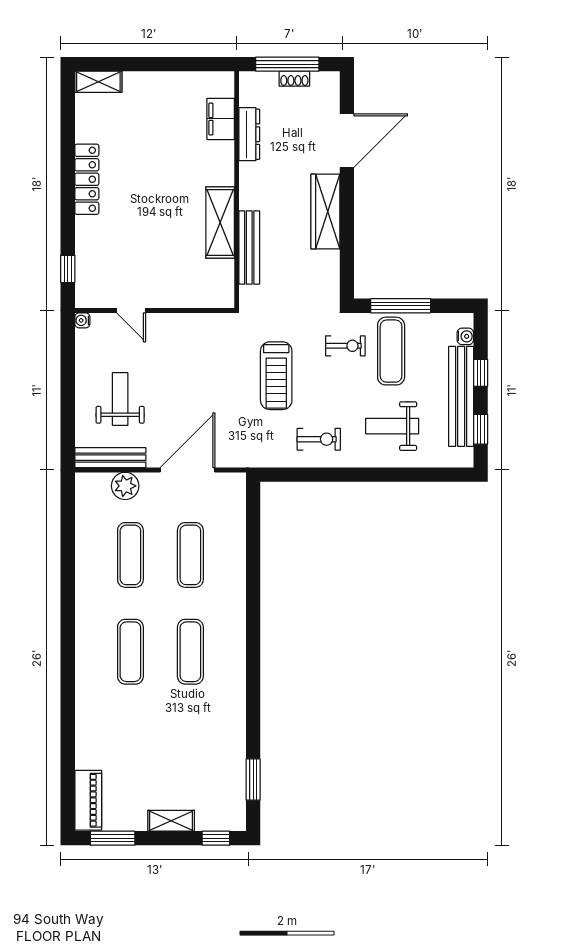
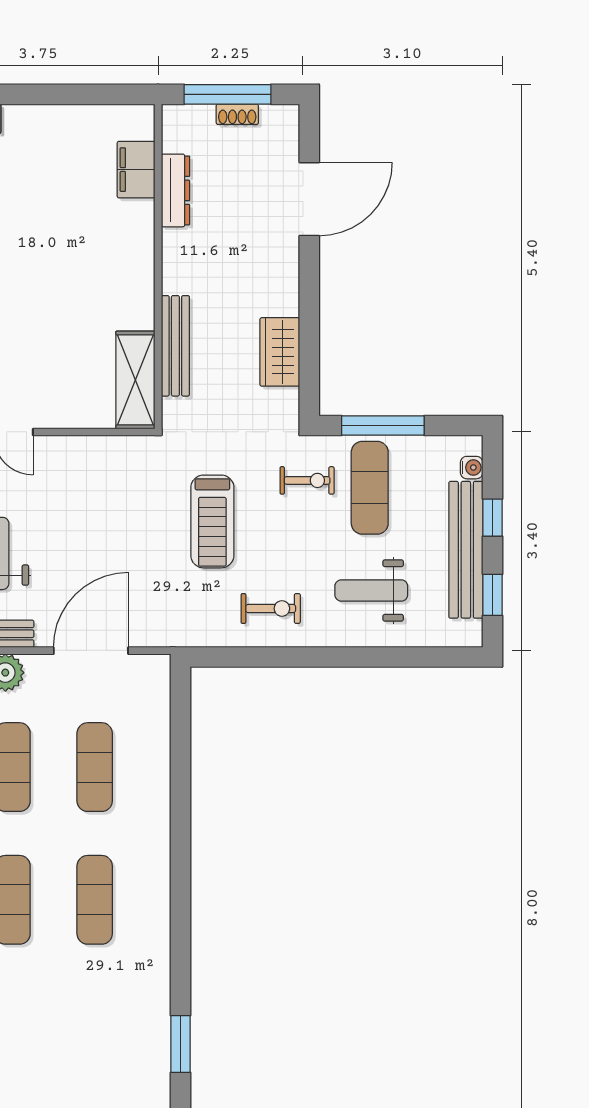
wardrobe: (325, 212) -> (280, 352), moved, width x0.67
shelving: (220, 223) -> (135, 380), moved
window: (253, 779) -> (181, 1044), moved

